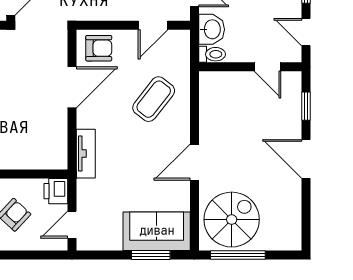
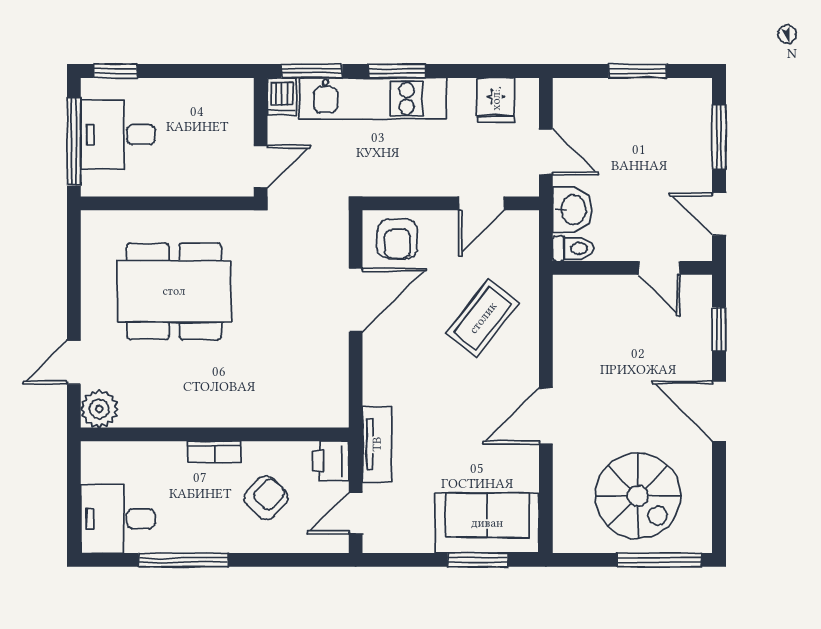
armchair: (99, 48) -> (397, 239), turned 90
tv unit: (86, 154) -> (377, 444), moved
spiral stairs: (232, 220) -> (638, 496), moved, turned 90
window: (238, 255) -> (659, 560), moved

